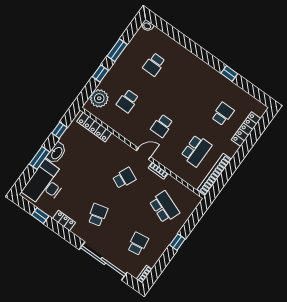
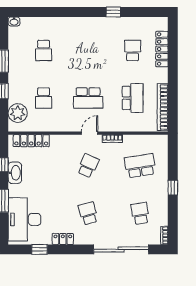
school desk: (162, 126) -> (88, 98), width x1.85
washbasin: (57, 153) -> (15, 173), moved
school desk: (164, 207) -> (140, 166), turned -30

